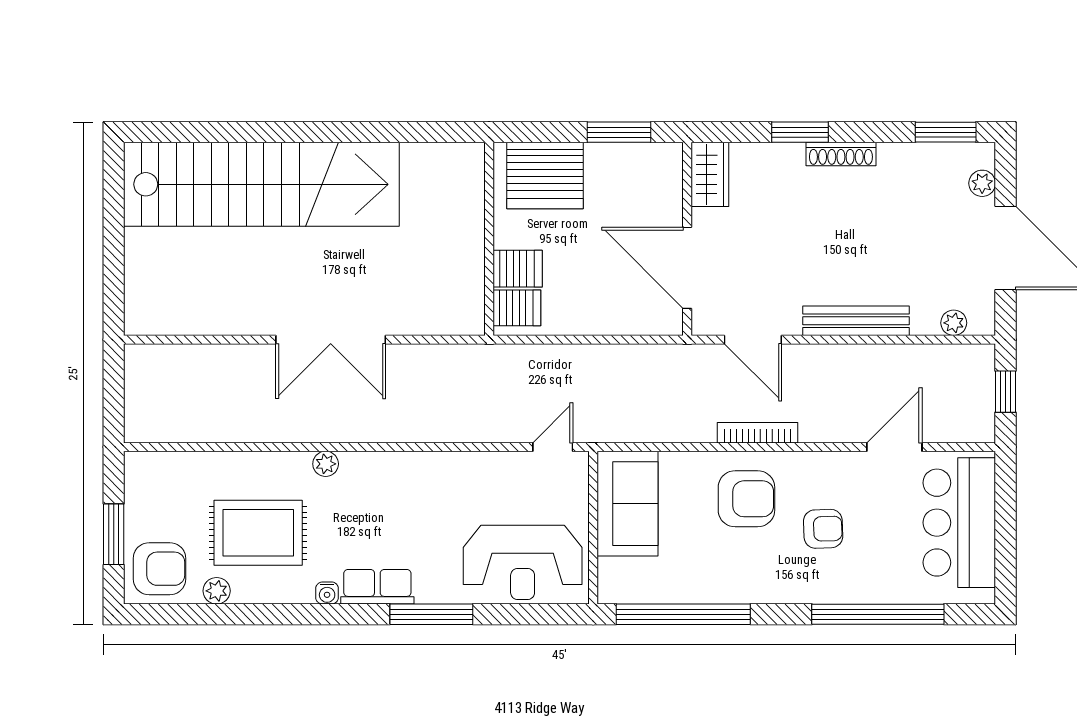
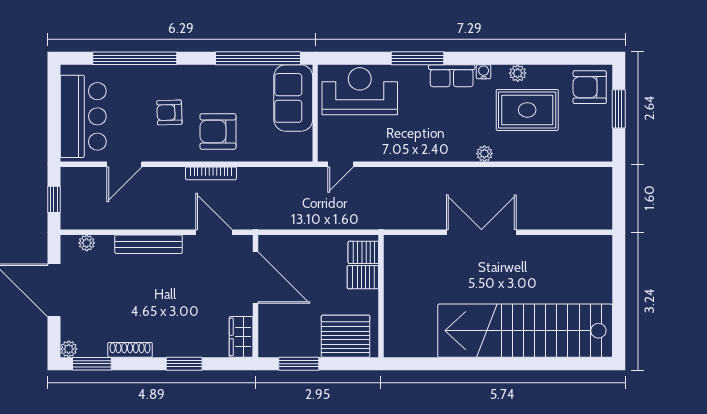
shoe rack: (841, 154) -> (130, 350), moved
plant: (982, 183) -> (69, 349), moved
sofa: (628, 504) -> (293, 98), moved
plant: (217, 591) -> (518, 73), moved

